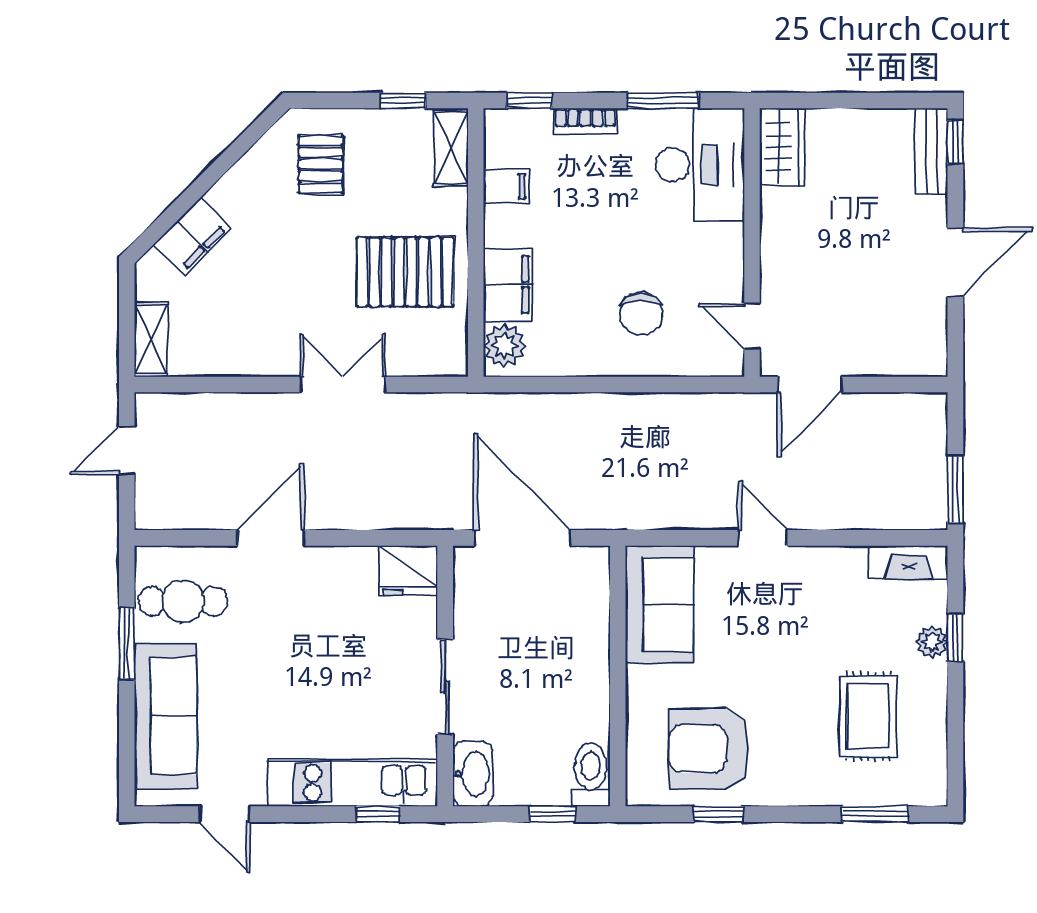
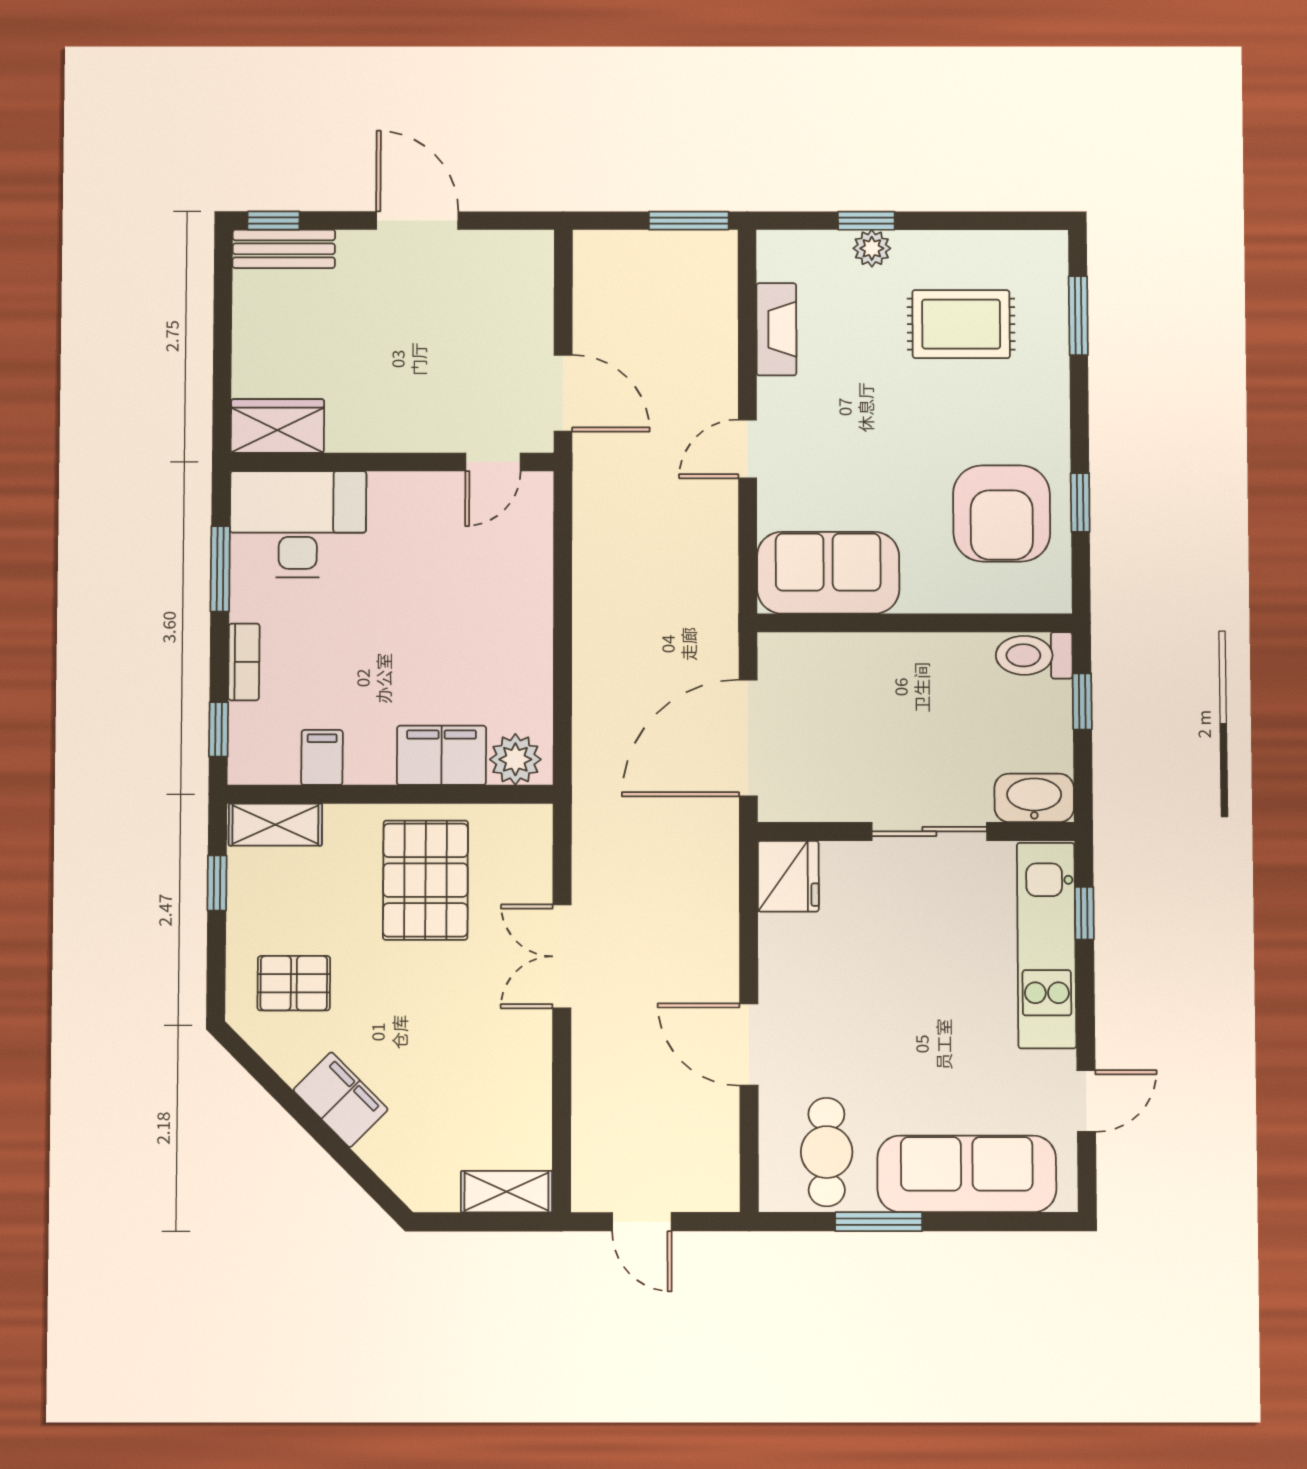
filing cabinet: (193, 236) -> (341, 1100), moved
chair: (641, 314) -> (478, 595), removed
fireplace: (909, 562) -> (776, 329), moved

